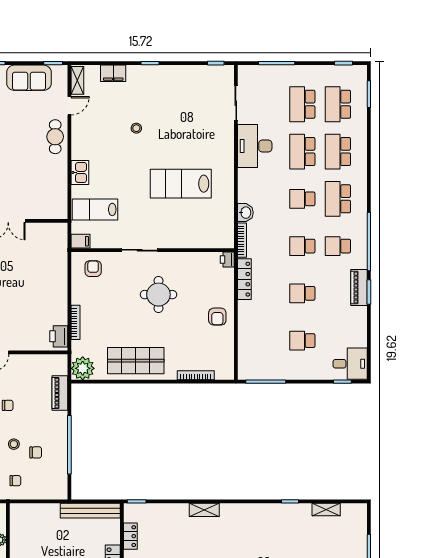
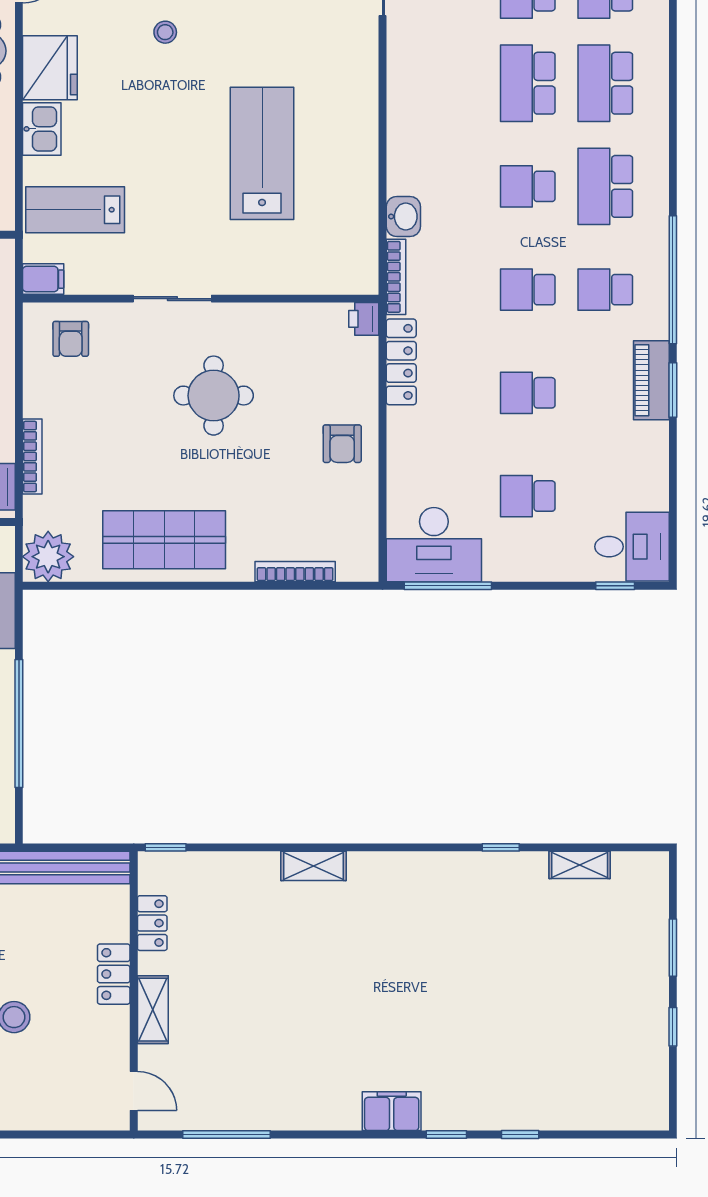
fridge: (84, 144) -> (50, 68), added
desk: (255, 146) -> (434, 545), moved, turned -90
lab bench: (181, 184) -> (262, 153), turned 90
armchair: (93, 269) -> (71, 339), turned 180

